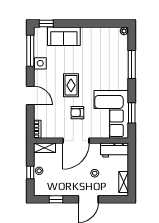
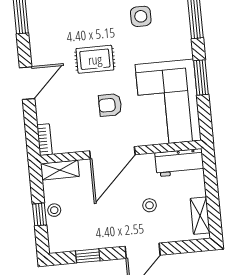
side table: (40, 63) -> (141, 16), moved
rug: (71, 85) -> (95, 59), turned 90
door: (30, 95) -> (27, 83), hinge flipped
window: (132, 113) -> (201, 78), moved

